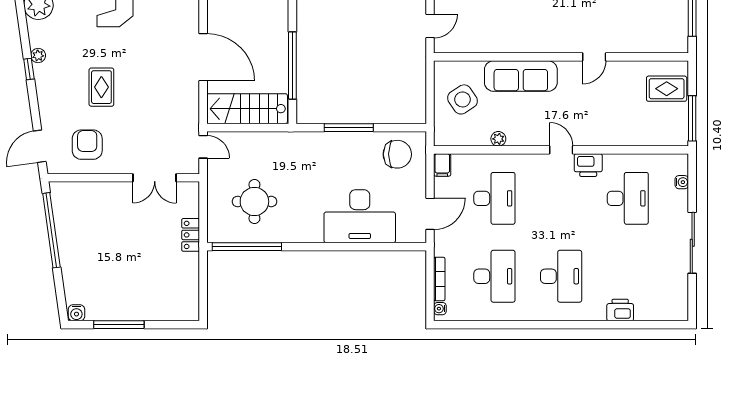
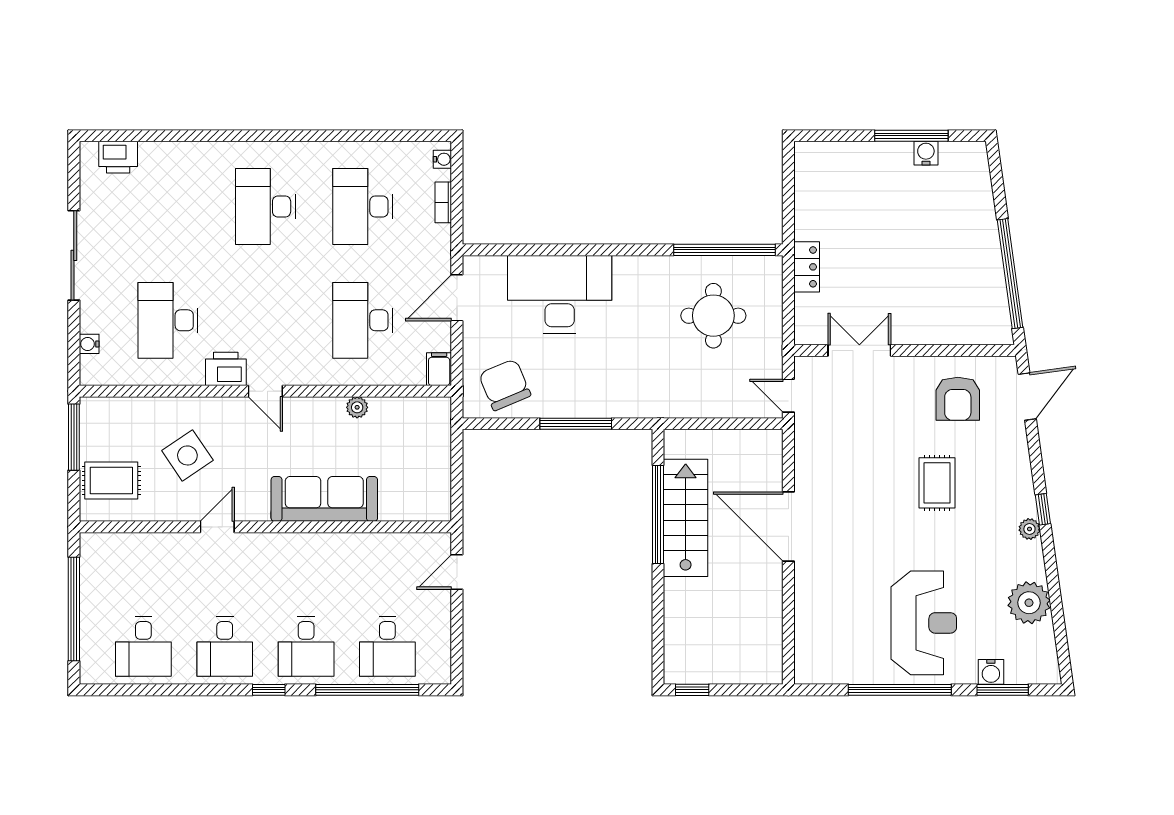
side table: (462, 99) -> (187, 455), moved
stairs: (247, 109) -> (686, 518), moved, turned -90
chair: (397, 154) -> (505, 385), turned 67
bookcase: (439, 279) -> (443, 202), width x0.64
printer: (620, 310) -> (118, 157), moved
water cooler: (76, 313) -> (926, 153), moved

